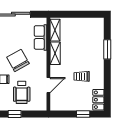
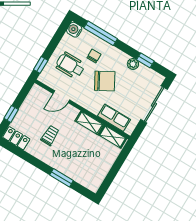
door: (48, 85) -> (61, 97), hinge flipped
window: (15, 114) -> (41, 65), moved

